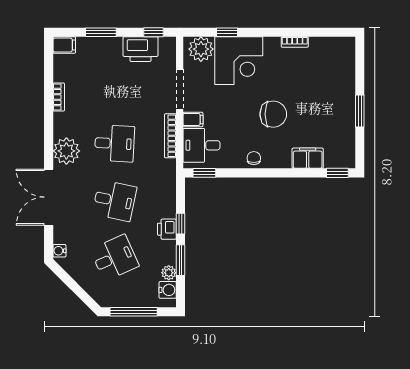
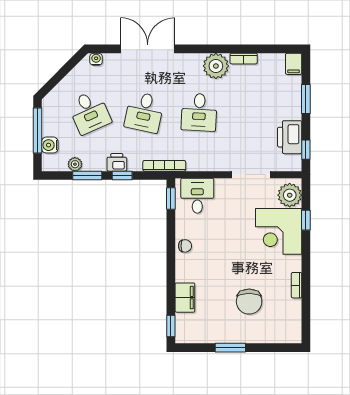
chair: (273, 114) -> (249, 302), moved
filing cabinet: (193, 119) -> (222, 187), removed
bookcase: (170, 136) -> (164, 166), moved
plant: (66, 151) -> (216, 66), moved
water cooler: (168, 290) -> (50, 145), moved, turned 90

